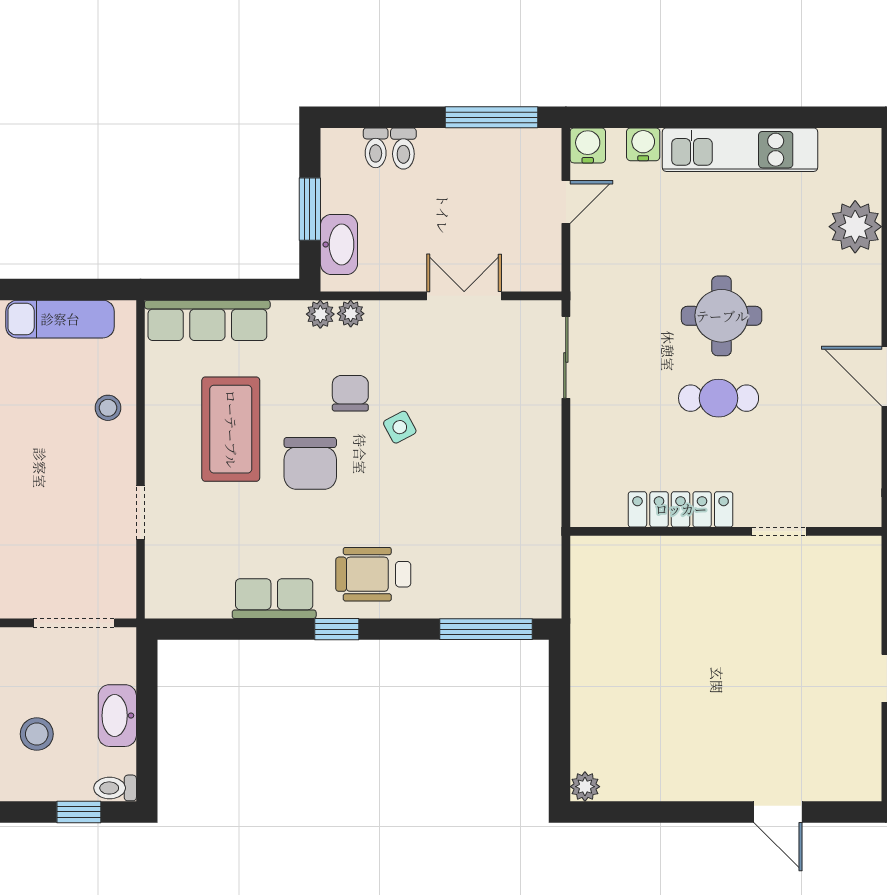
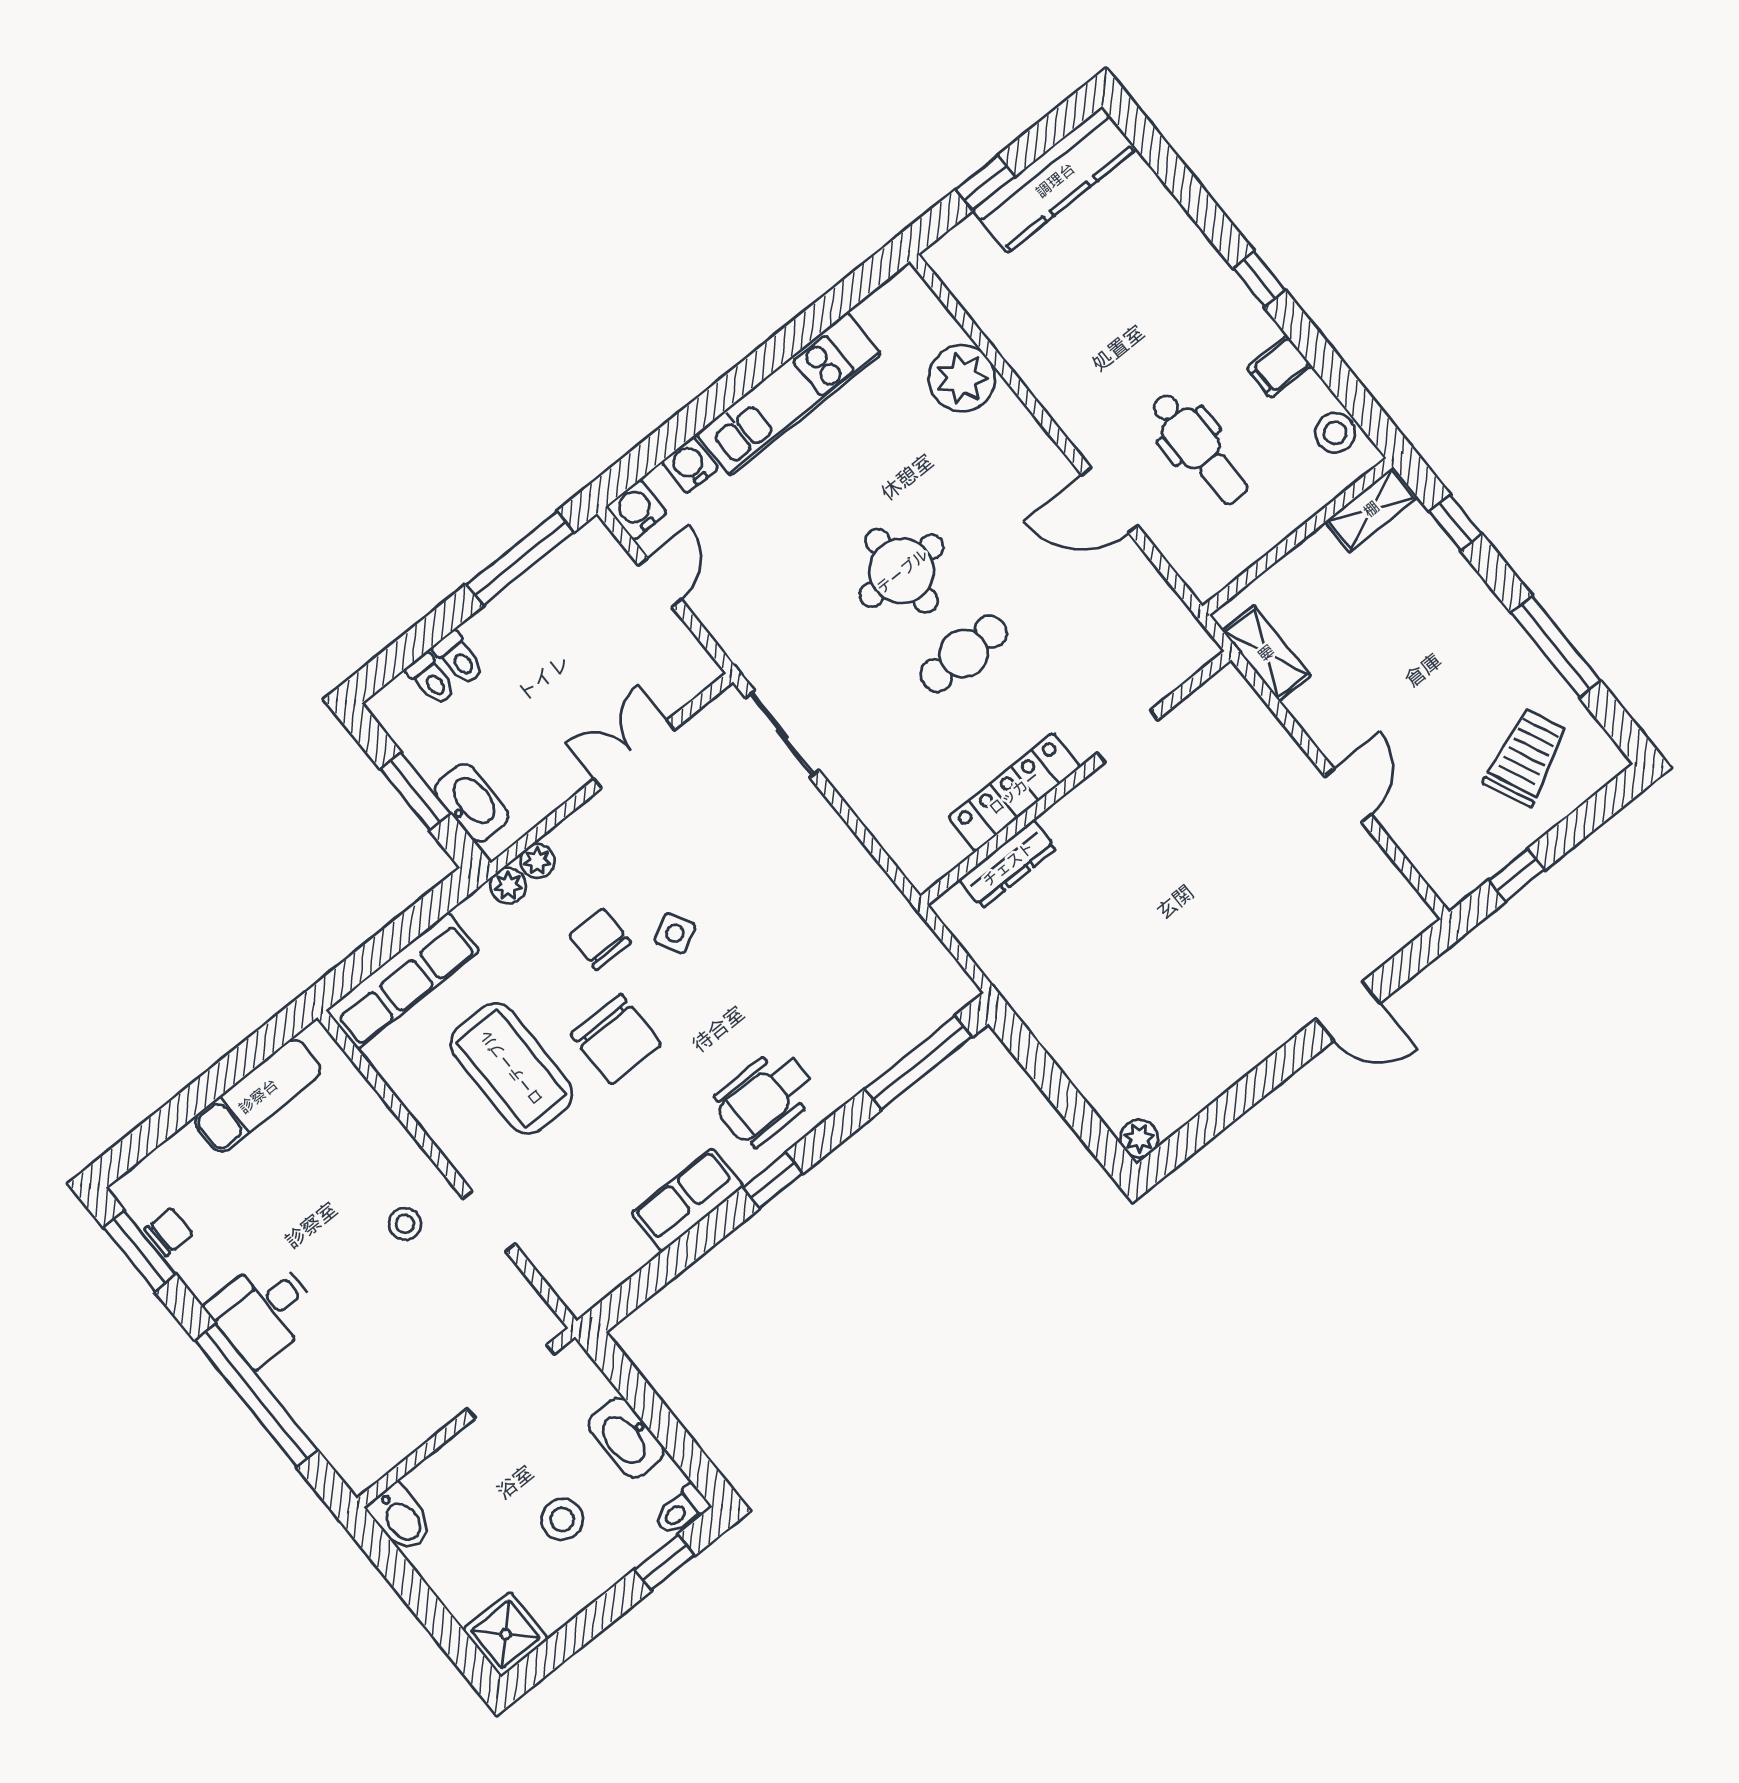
stool: (108, 408) -> (405, 1224), moved
dresser: (641, 551) -> (1008, 864), added

